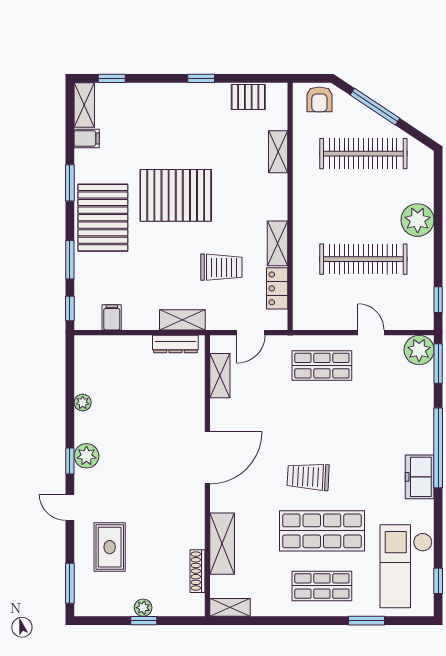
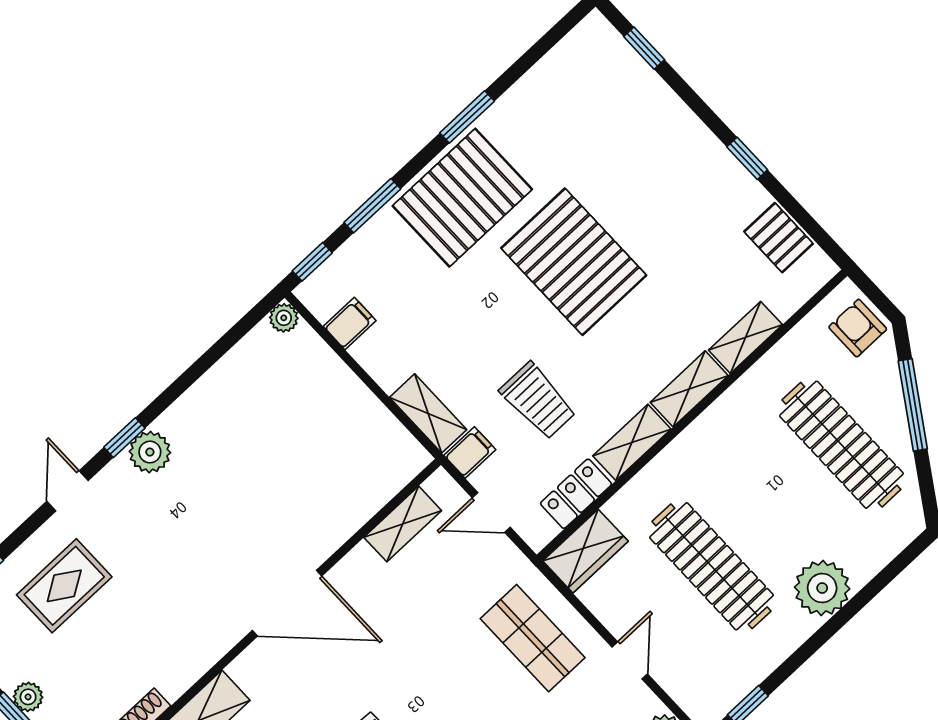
armchair: (319, 99) -> (858, 328), turned 90
shelving: (84, 105) -> (689, 389), moved
filing cabinet: (87, 138) -> (470, 452), moved, turned -90
wardrobe: (306, 307) -> (586, 551), added
dresser: (175, 344) -> (390, 433), removed
plant: (83, 403) -> (284, 318), moved

